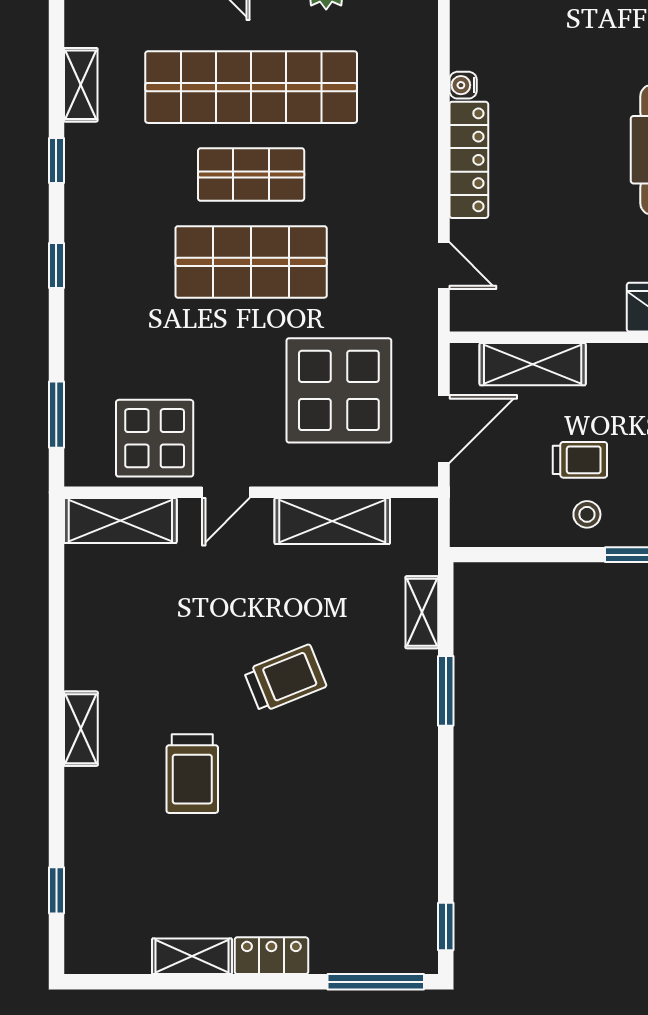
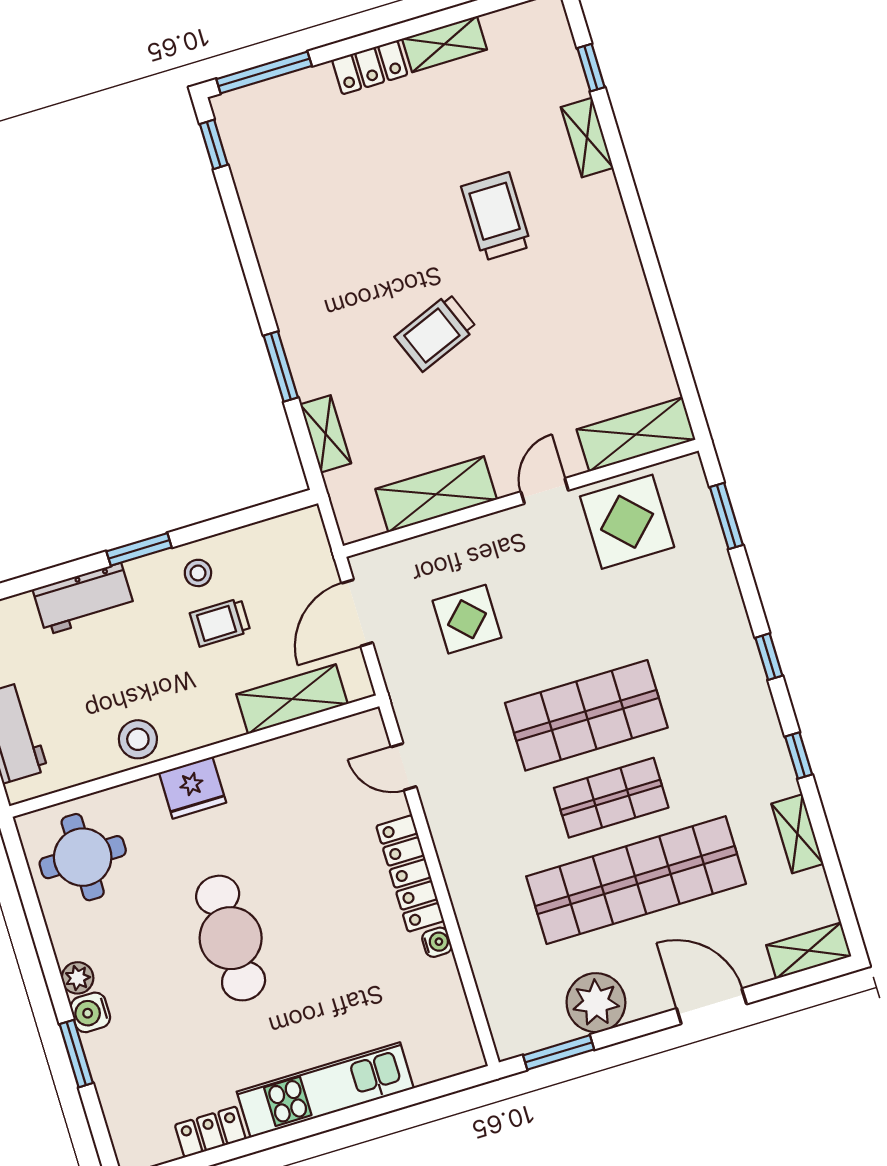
display table: (339, 390) -> (467, 619), width x0.54, depth x0.54
shelving: (81, 729) -> (587, 137), moved

